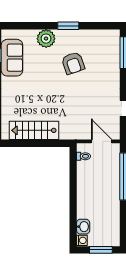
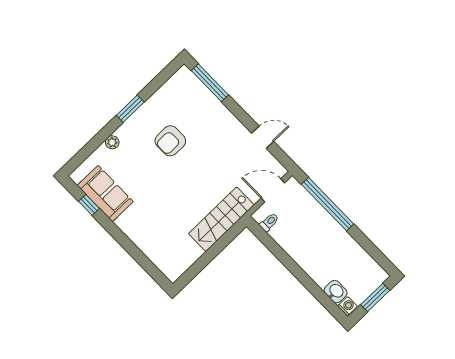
plant: (46, 39) -> (112, 142), width x0.53, depth x0.53
armchair: (73, 63) -> (170, 141), turned 109
stairs: (34, 130) -> (221, 219), moved

